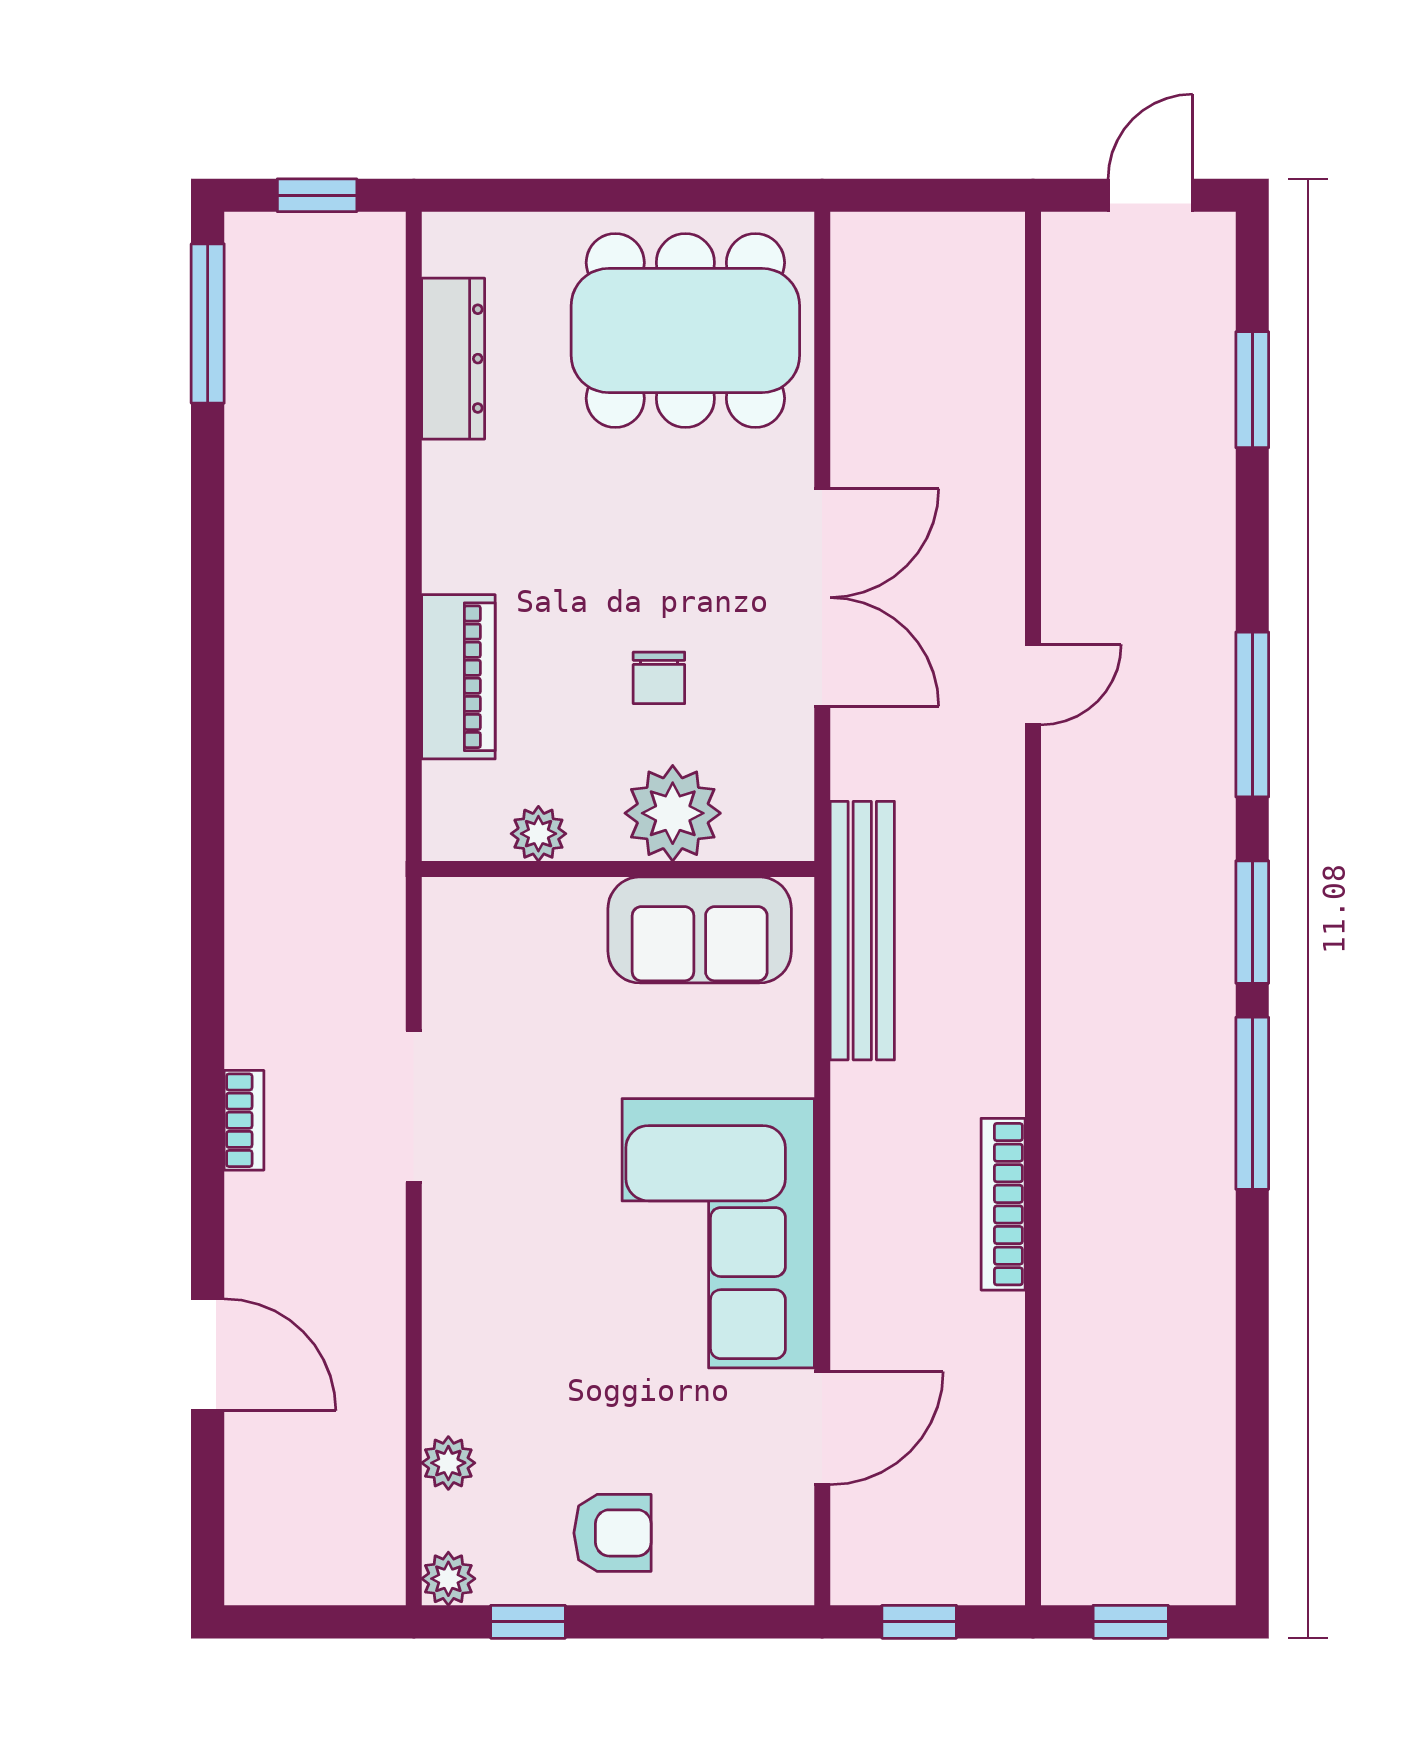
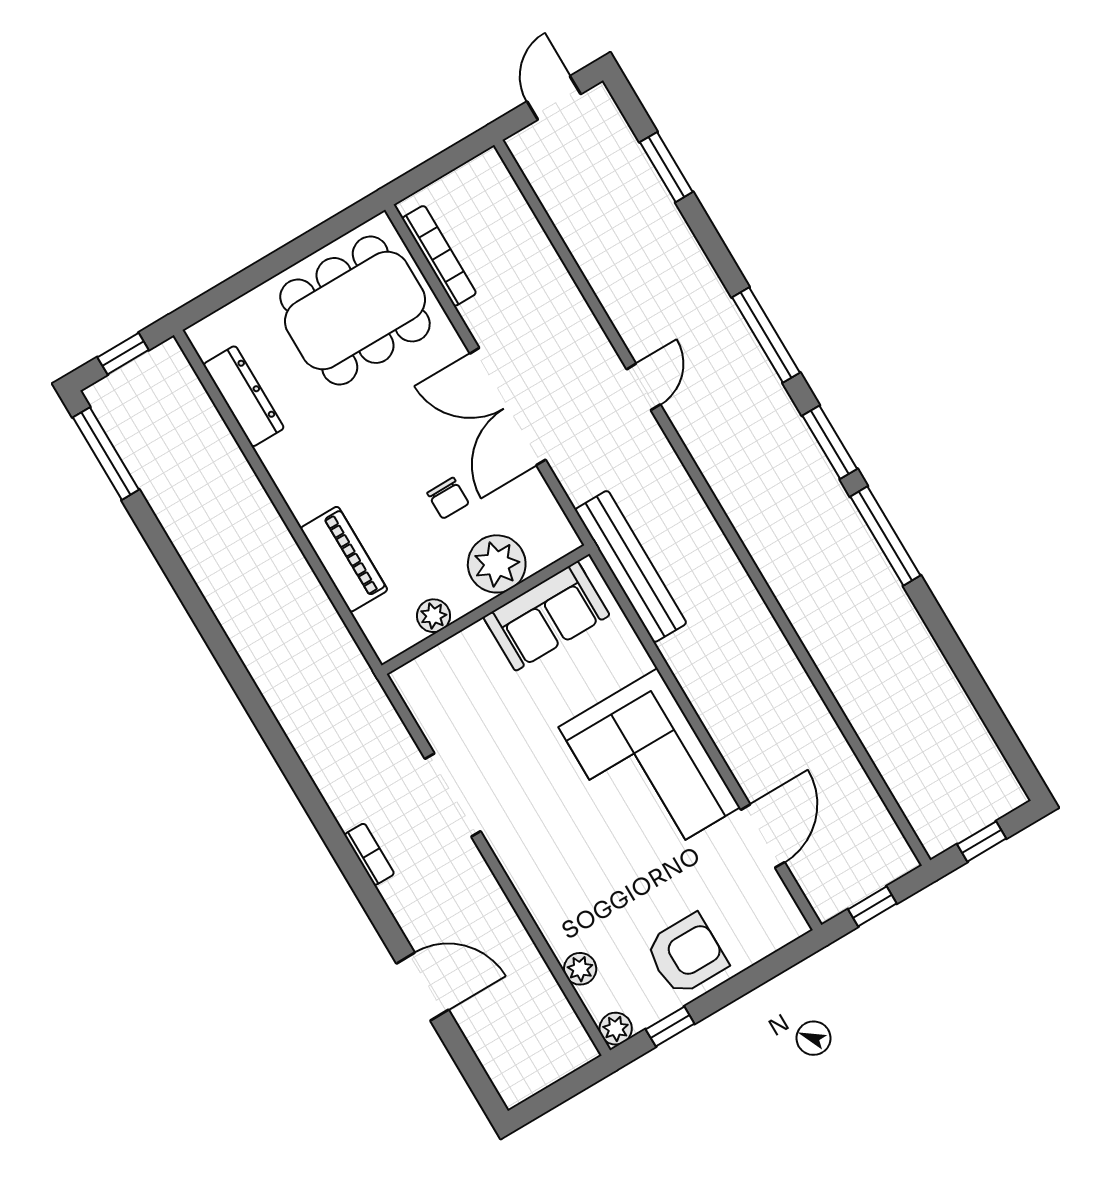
double door: (822, 598) -> (508, 407), swing flipped
bookcase: (1003, 1204) -> (439, 256), moved, turned 180
armchair: (612, 1533) -> (686, 955), width x1.38, depth x1.38

